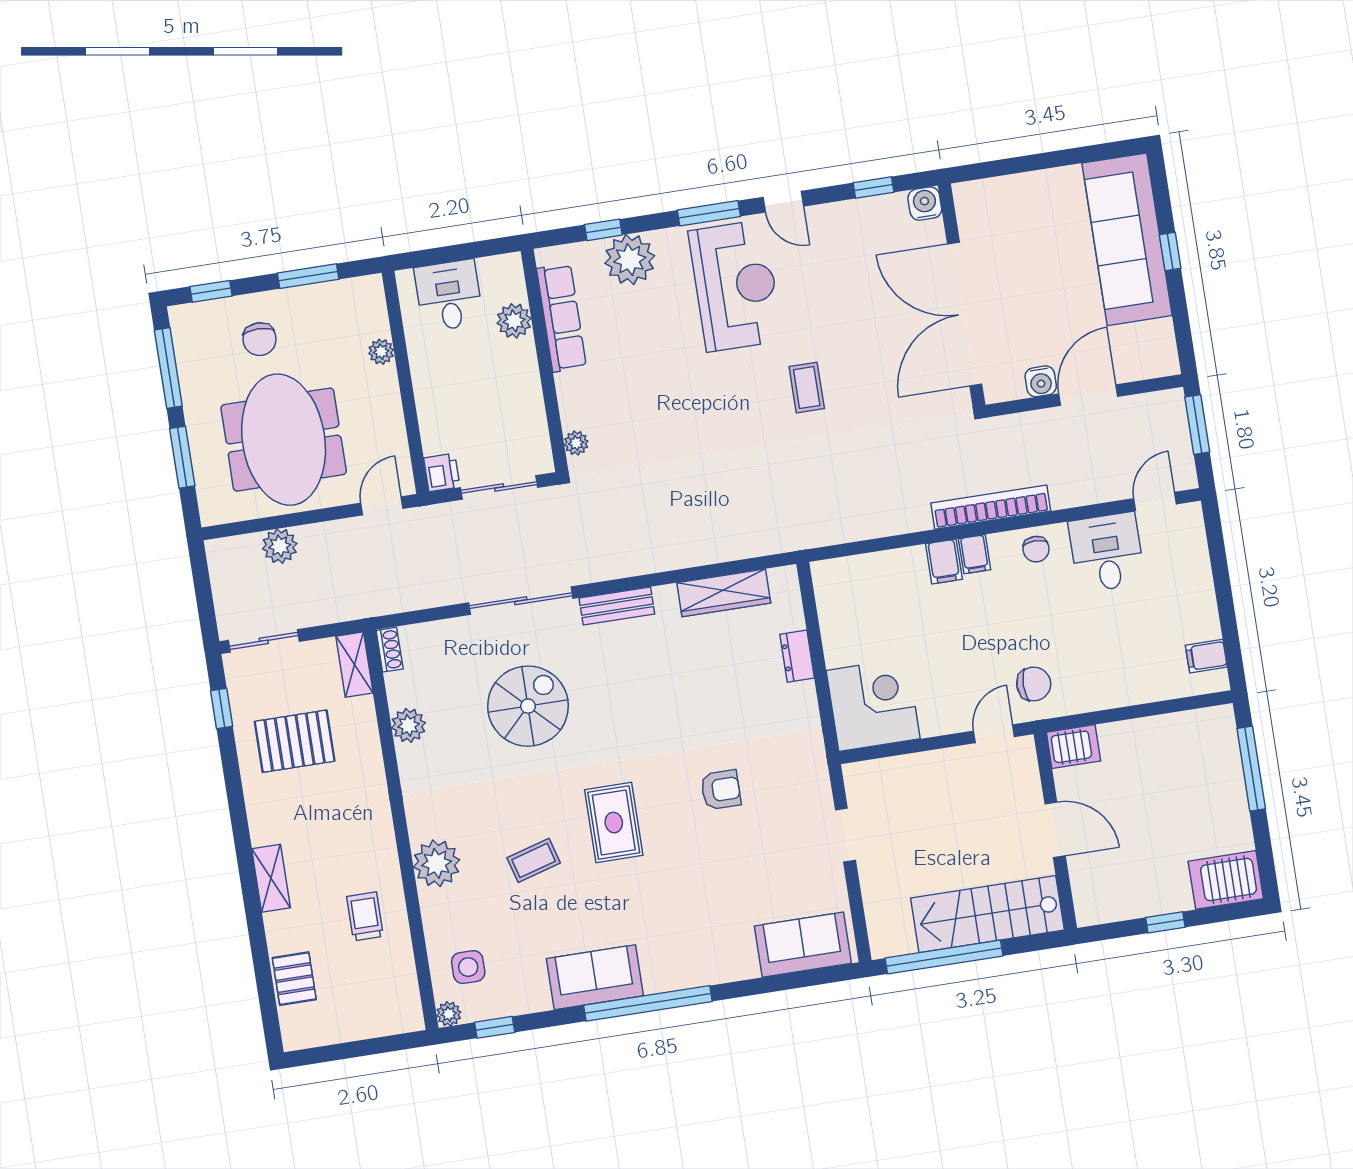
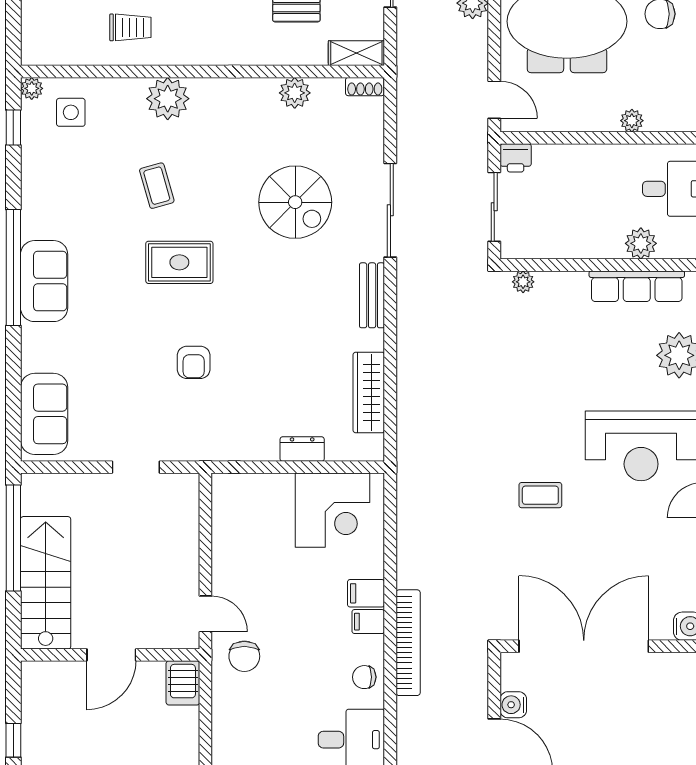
corner desk: (873, 705) -> (333, 510), moved
sofa: (595, 977) -> (44, 281), moved

